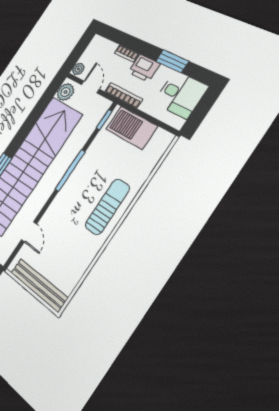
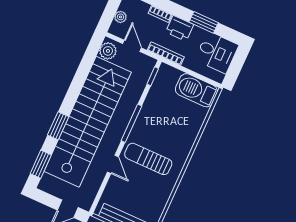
plant: (78, 69) -> (121, 17), moved
barbecue: (131, 128) -> (196, 90), moved
sun lounger: (107, 207) -> (148, 159), moved, turned -90
door: (29, 232) -> (113, 164), moved

